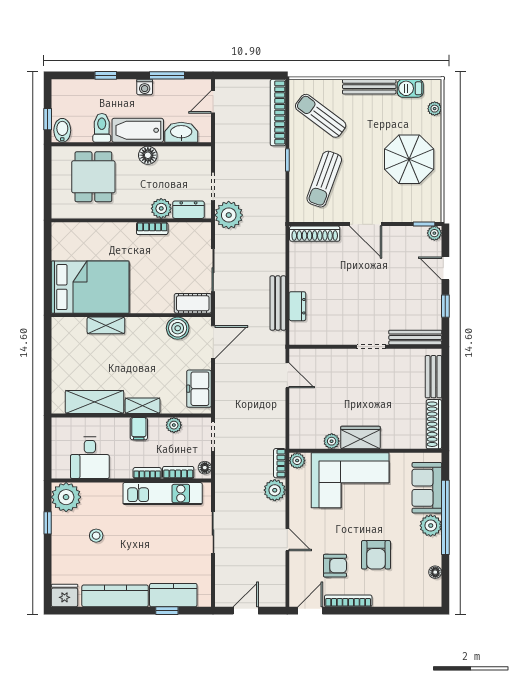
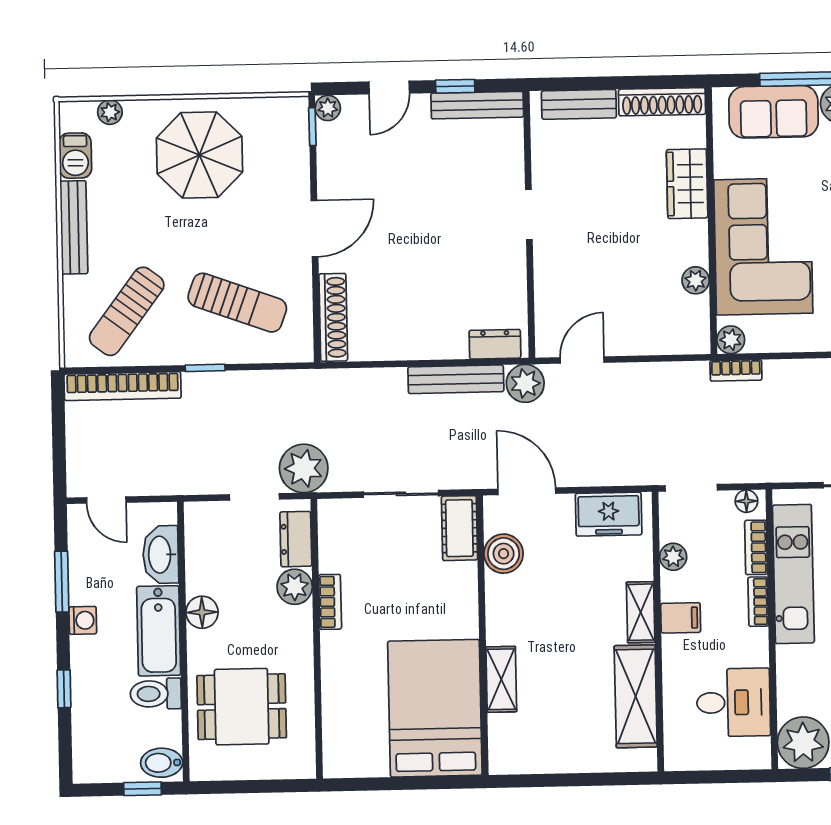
dresser: (297, 306) -> (495, 344), moved
bench: (415, 337) -> (477, 105), moved, turned 90
wardrobe: (360, 438) -> (687, 184), moved
plant: (275, 490) -> (525, 383), moved

